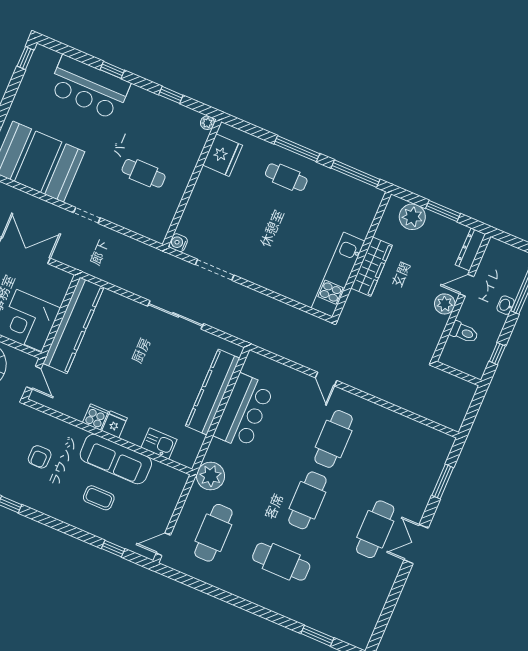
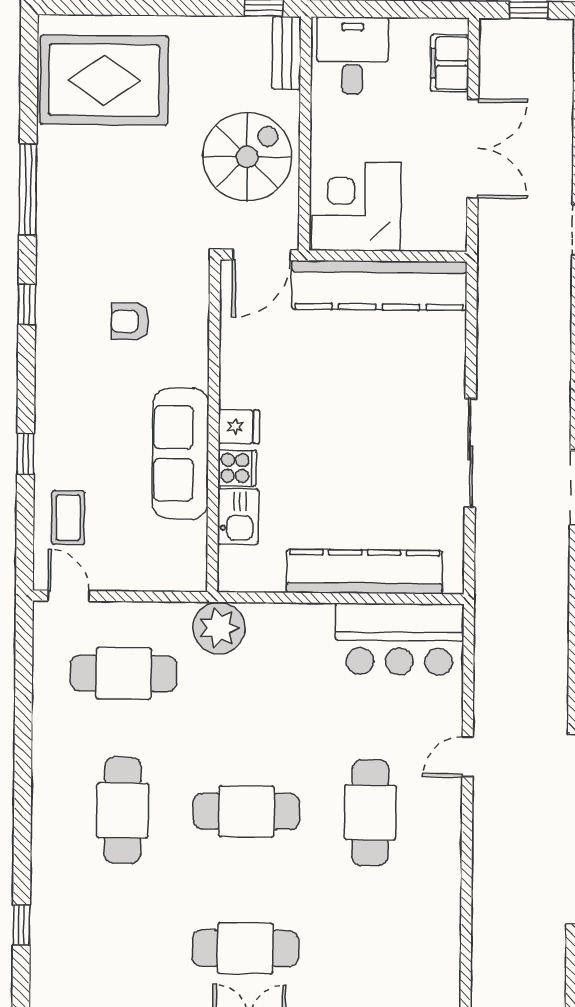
door: (34, 378) -> (261, 255), width x1.38
bar counter: (244, 411) -> (399, 639), moved
cooker: (95, 417) -> (237, 468), moved
cafe table: (334, 439) -> (370, 812), turned 90
coffee table: (99, 498) -> (68, 518), moved
window: (113, 549) -> (26, 454), moved
window: (317, 636) -> (21, 925), width x0.67

